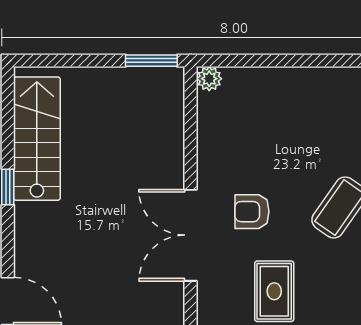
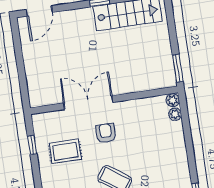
plant: (236, 78) -> (175, 114), added

